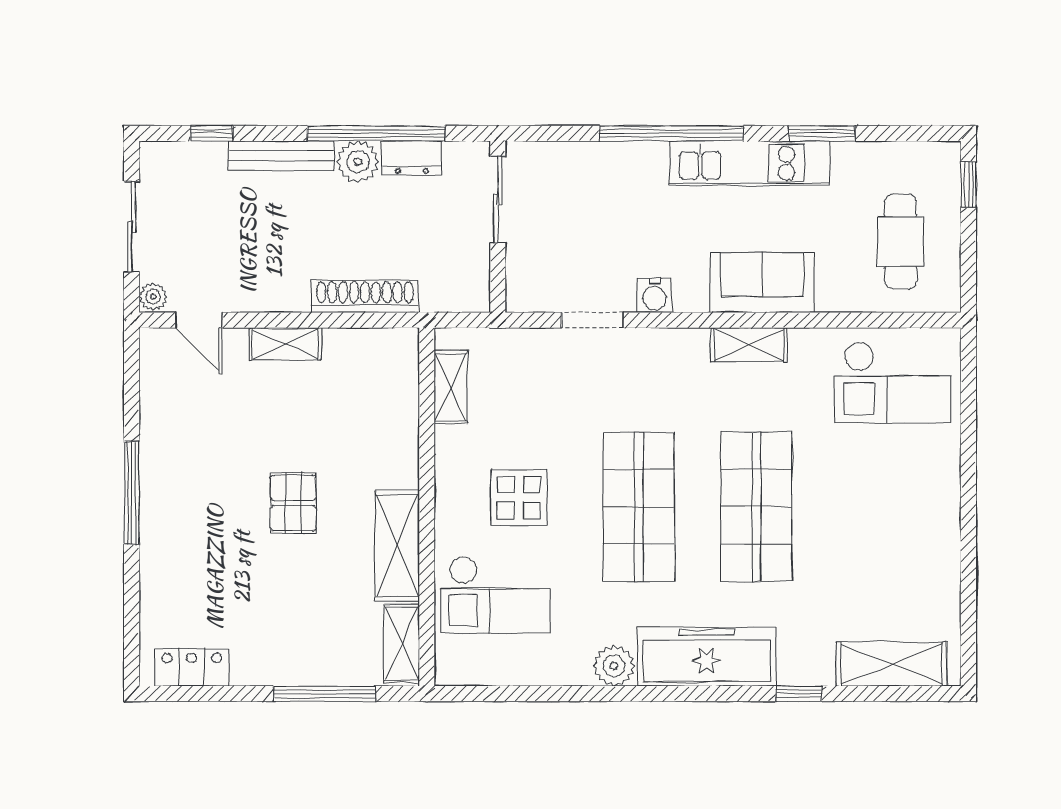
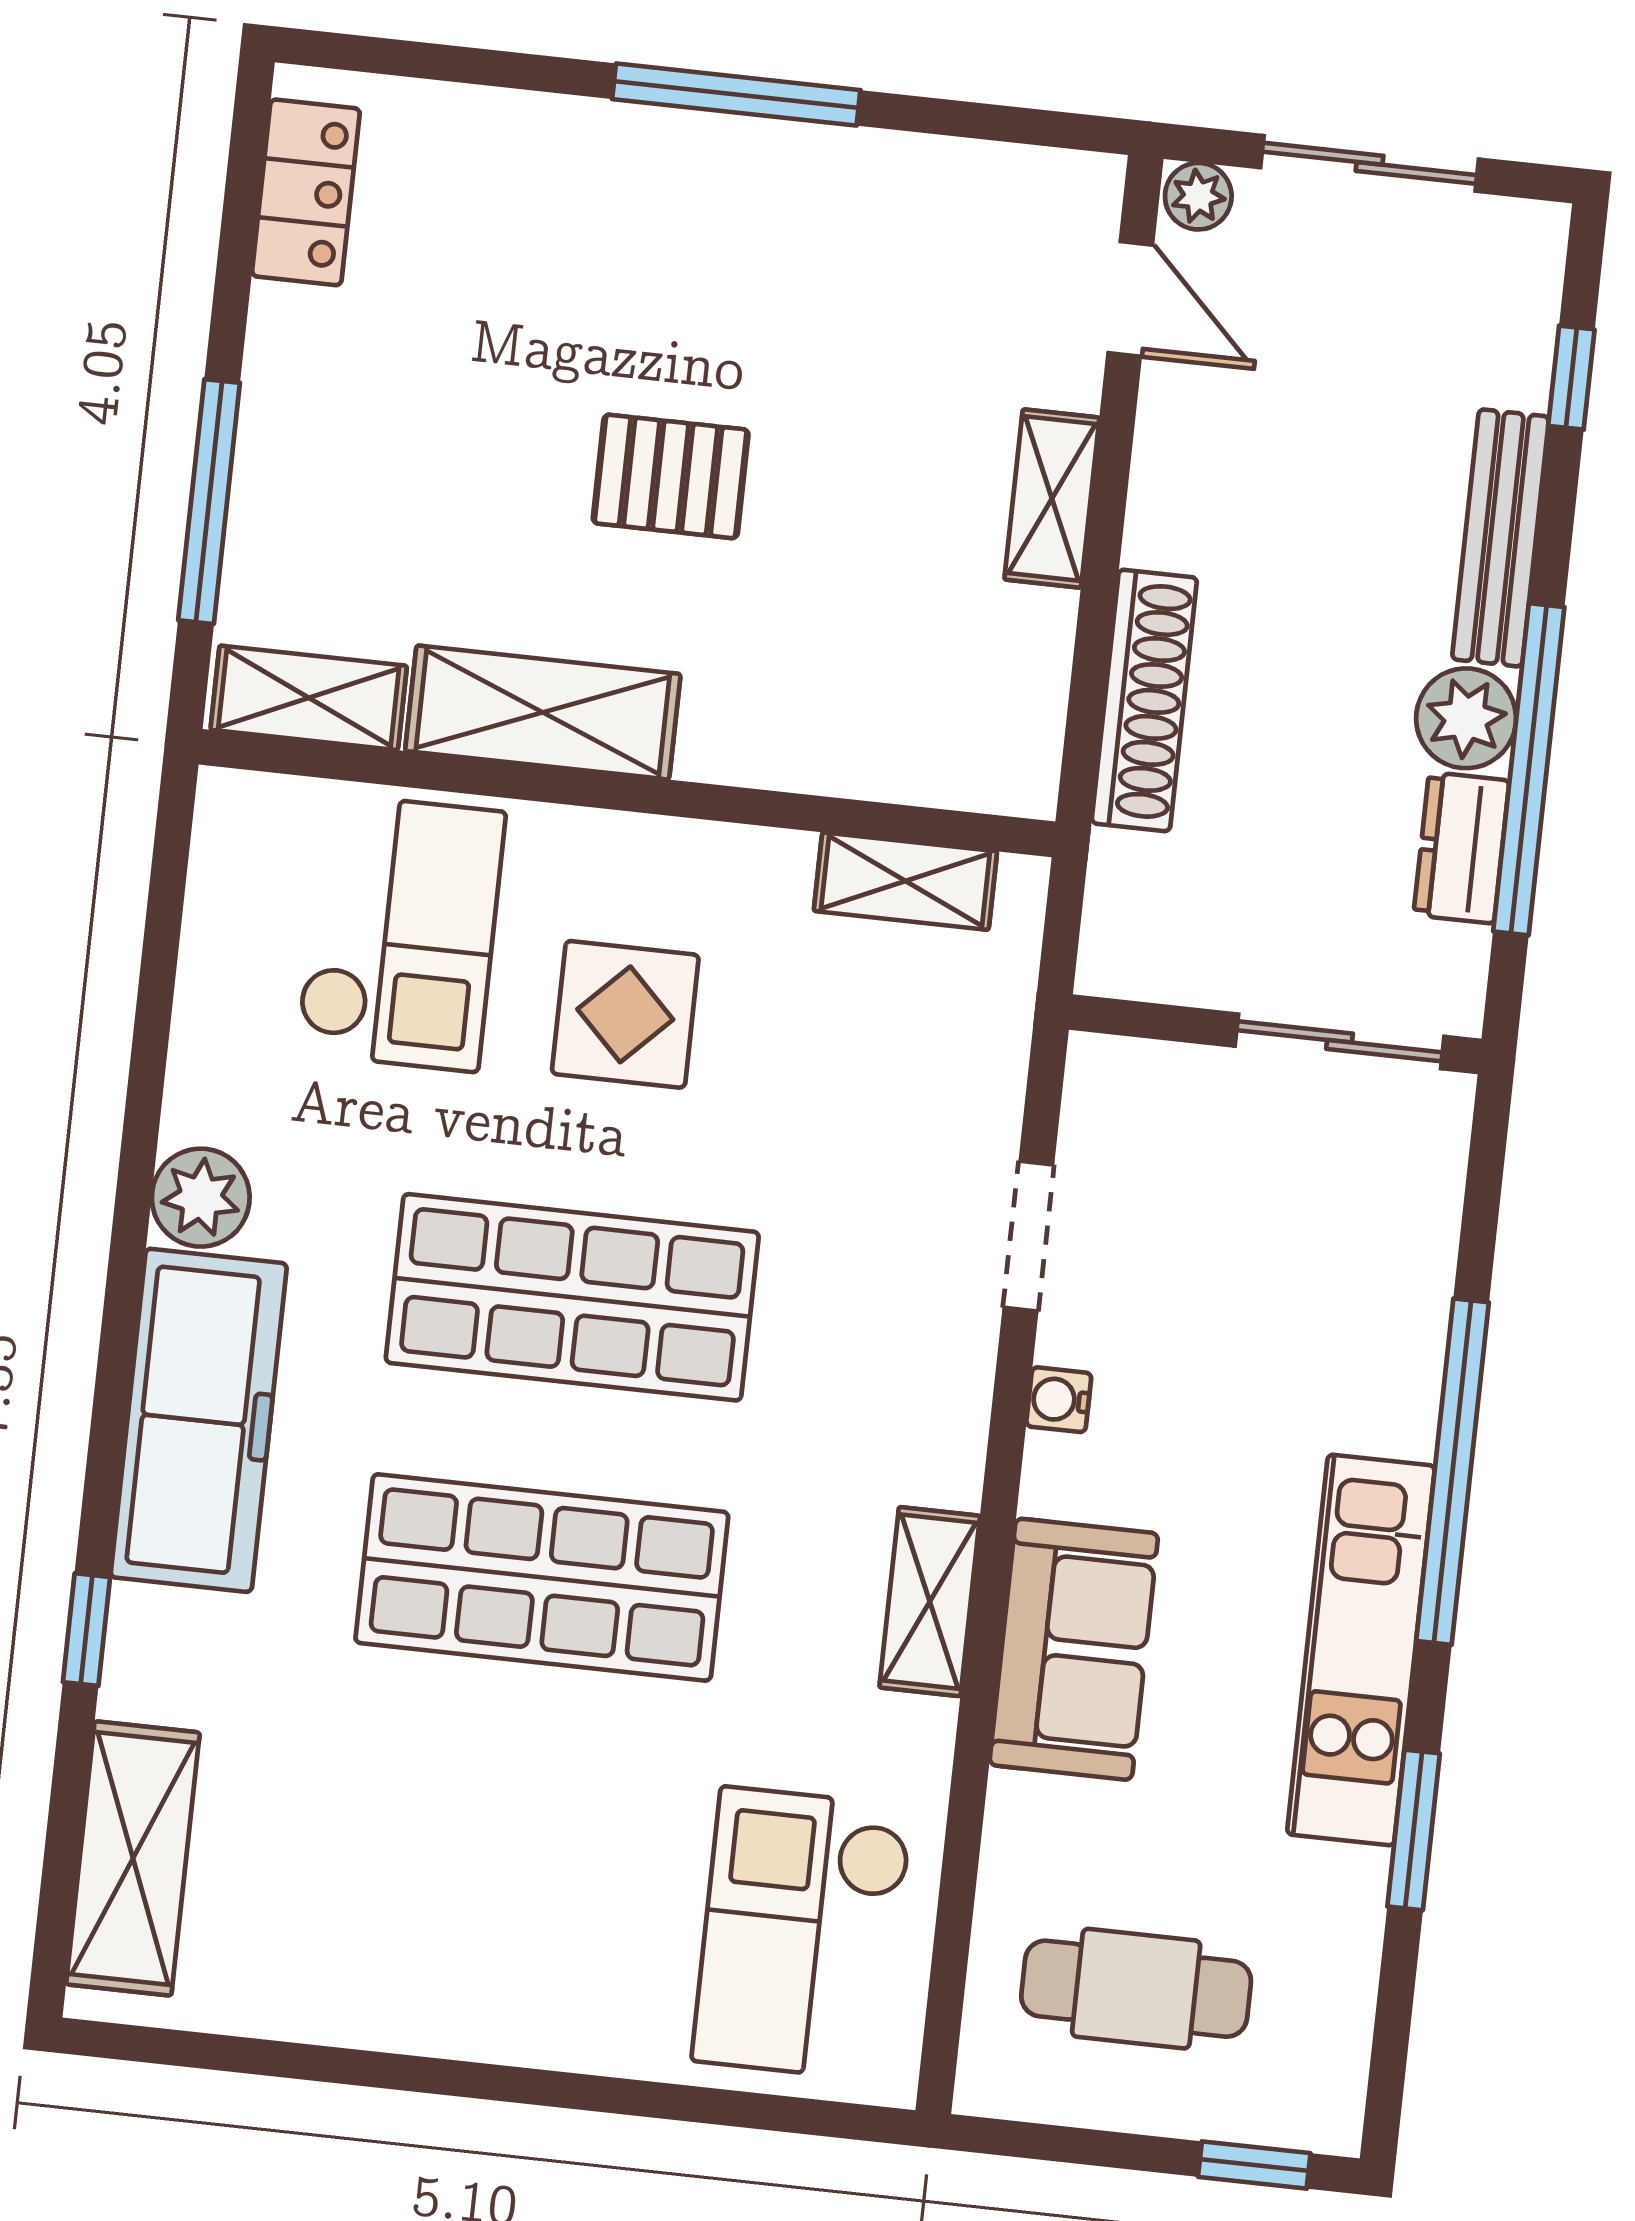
water cooler: (655, 295) -> (1059, 1400), width x0.72, depth x0.72
door: (199, 320) -> (1130, 299), swing flipped
checkout: (495, 595) -> (401, 932), turned 180

